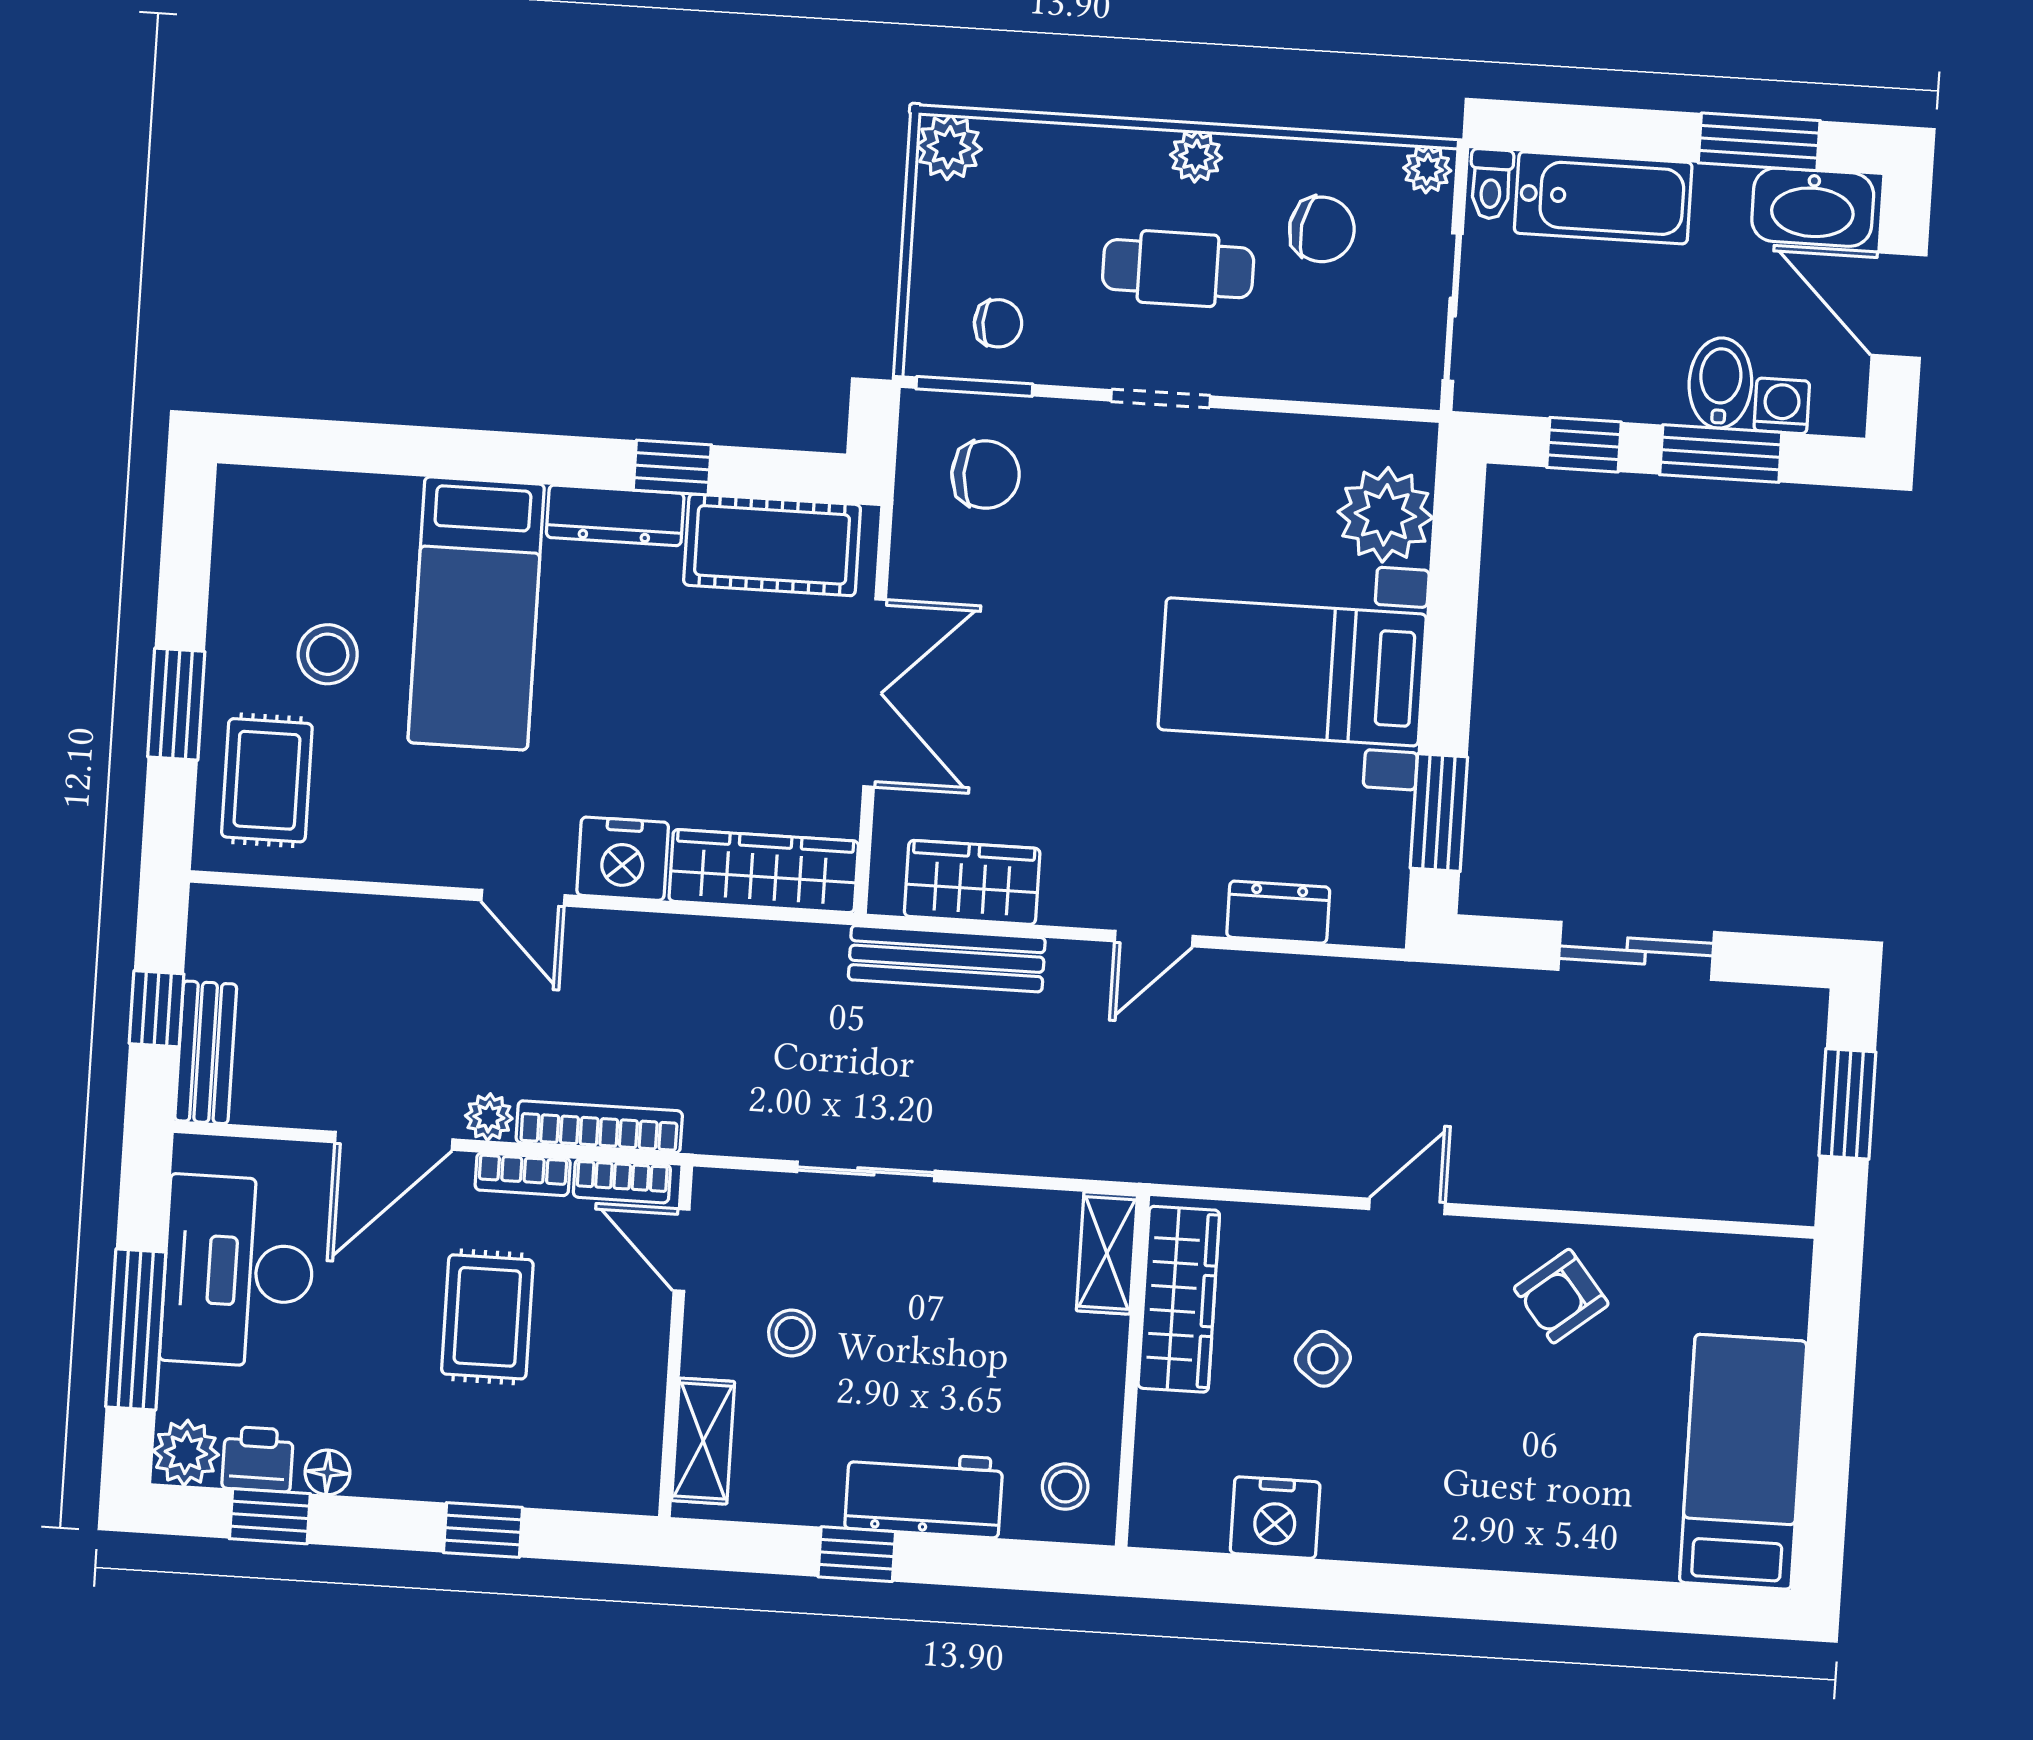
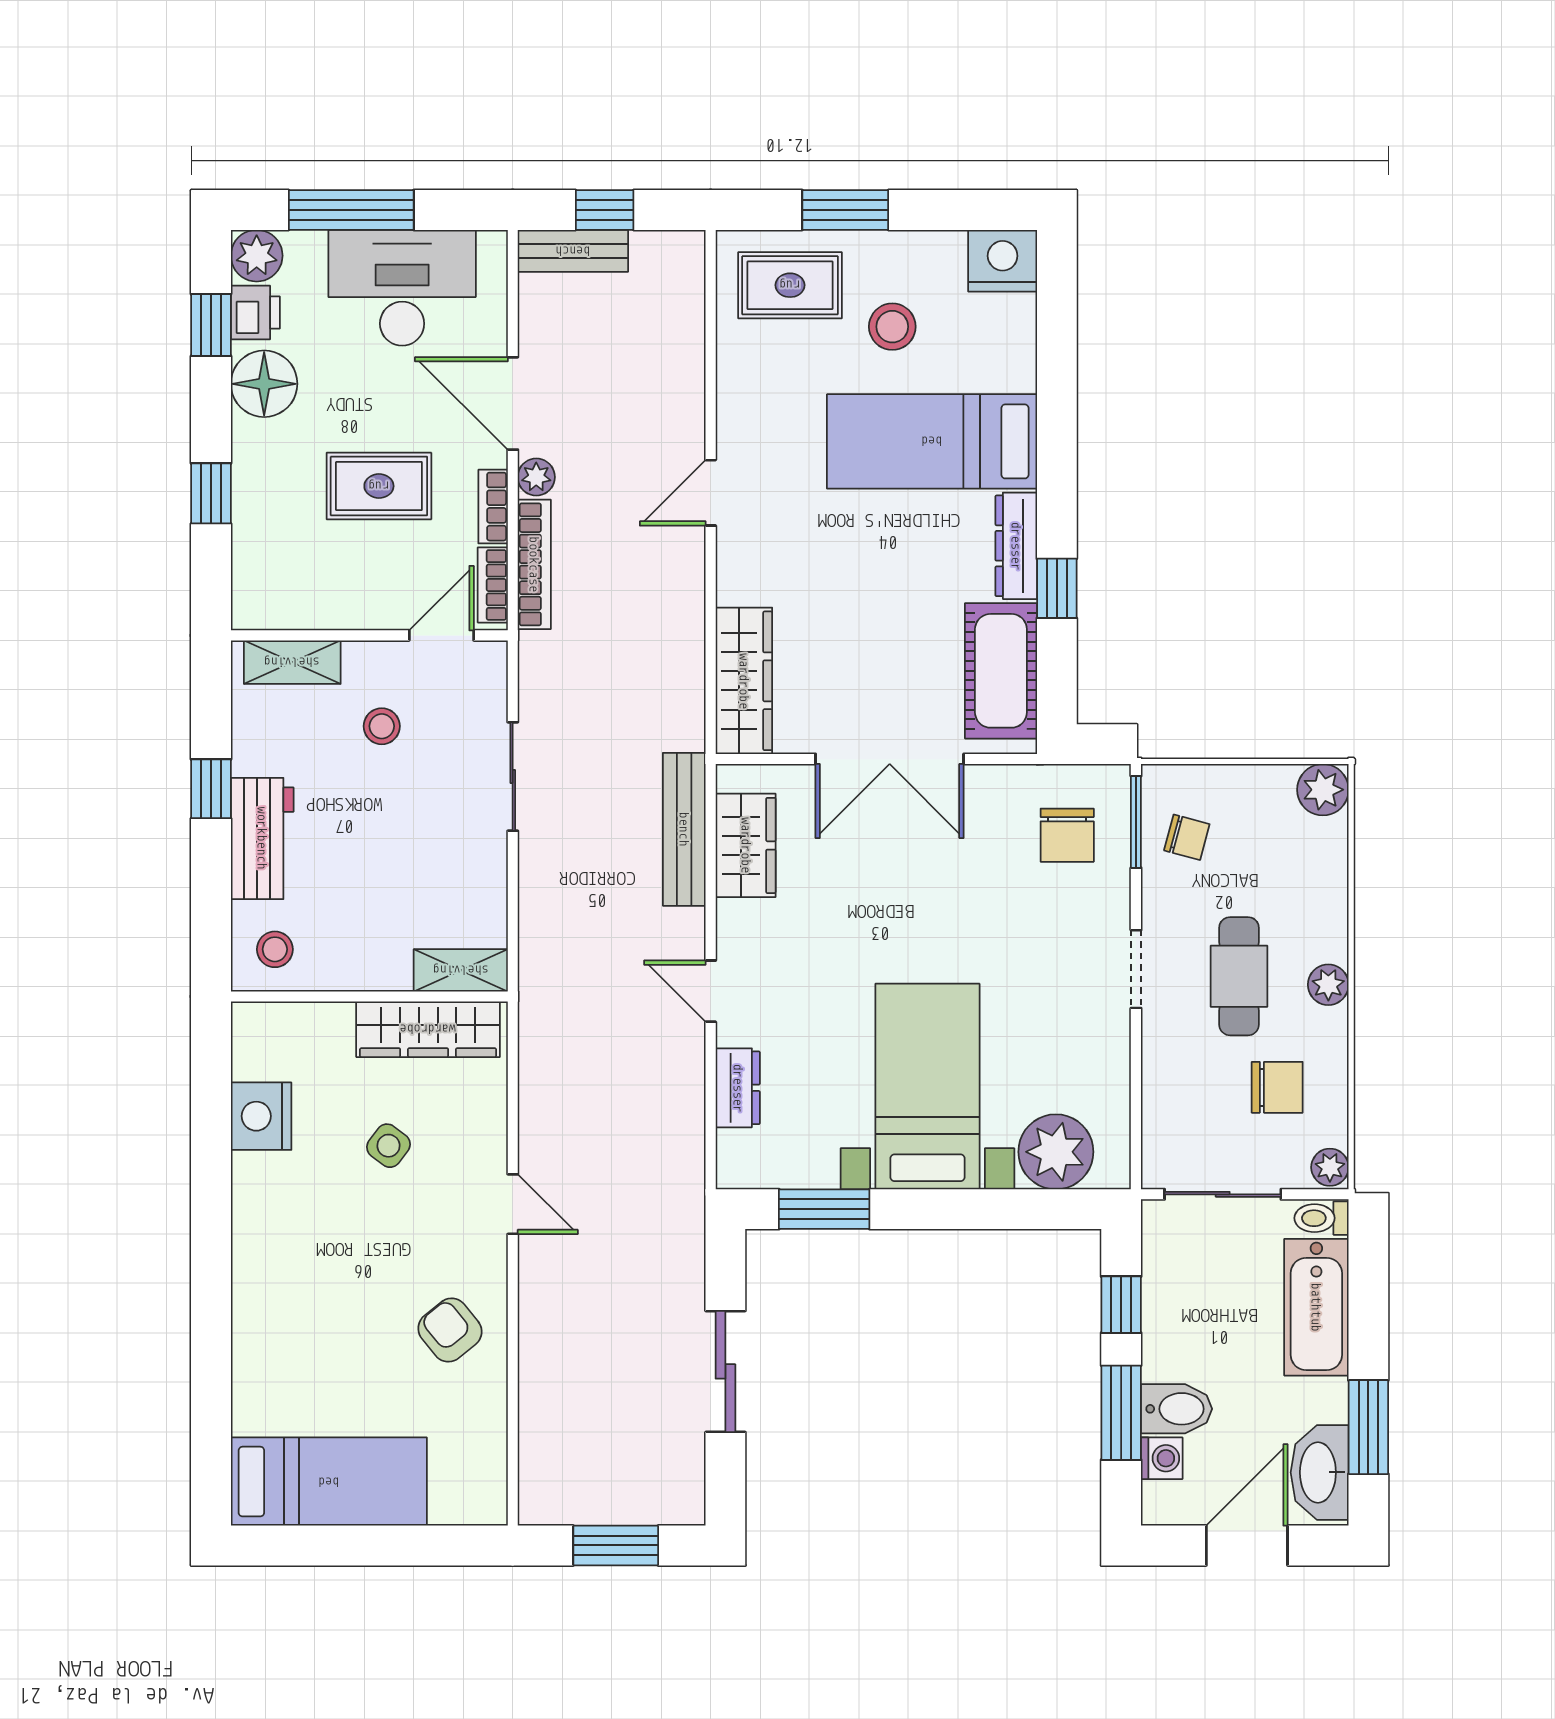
chair: (1322, 229) -> (1277, 1087), turned -99
chair: (998, 323) -> (1187, 837), turned -75
nightstand: (623, 859) -> (1003, 261), moved, turned 90
floor lamp: (328, 1472) -> (264, 384), width x1.89, depth x1.89

